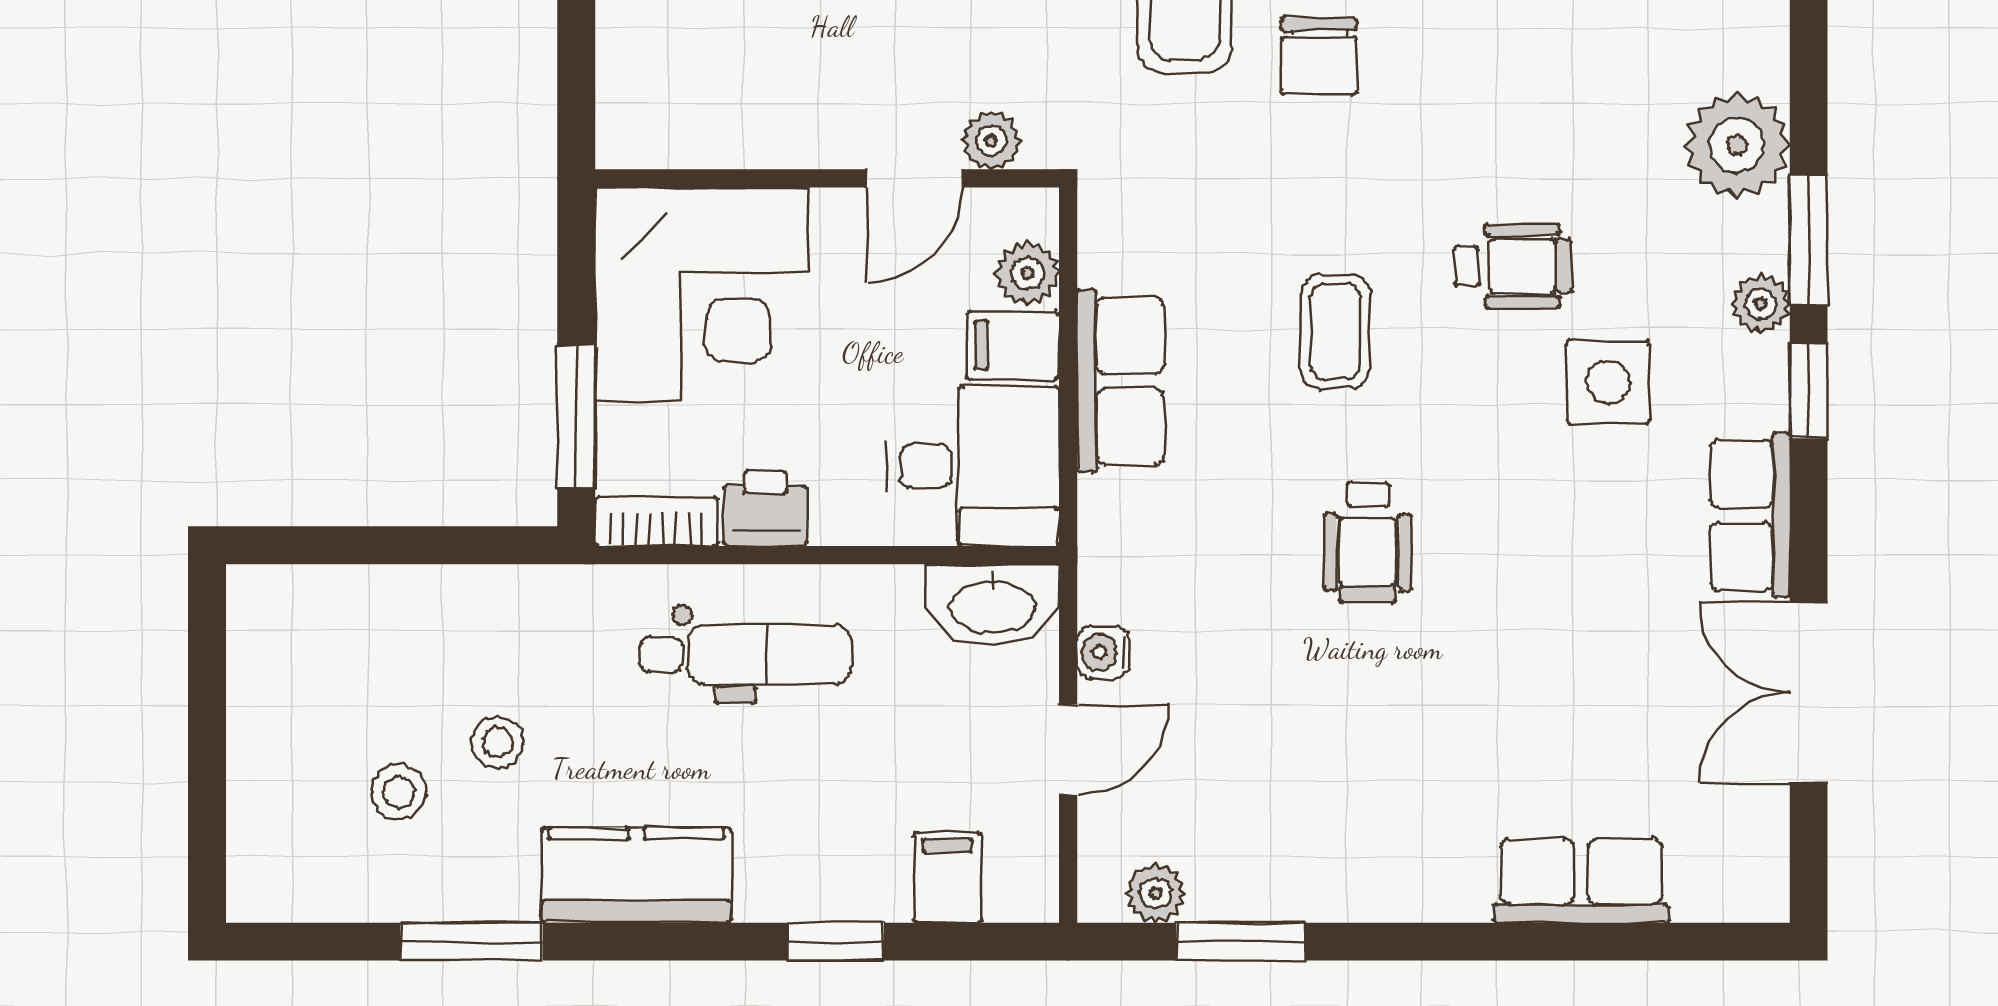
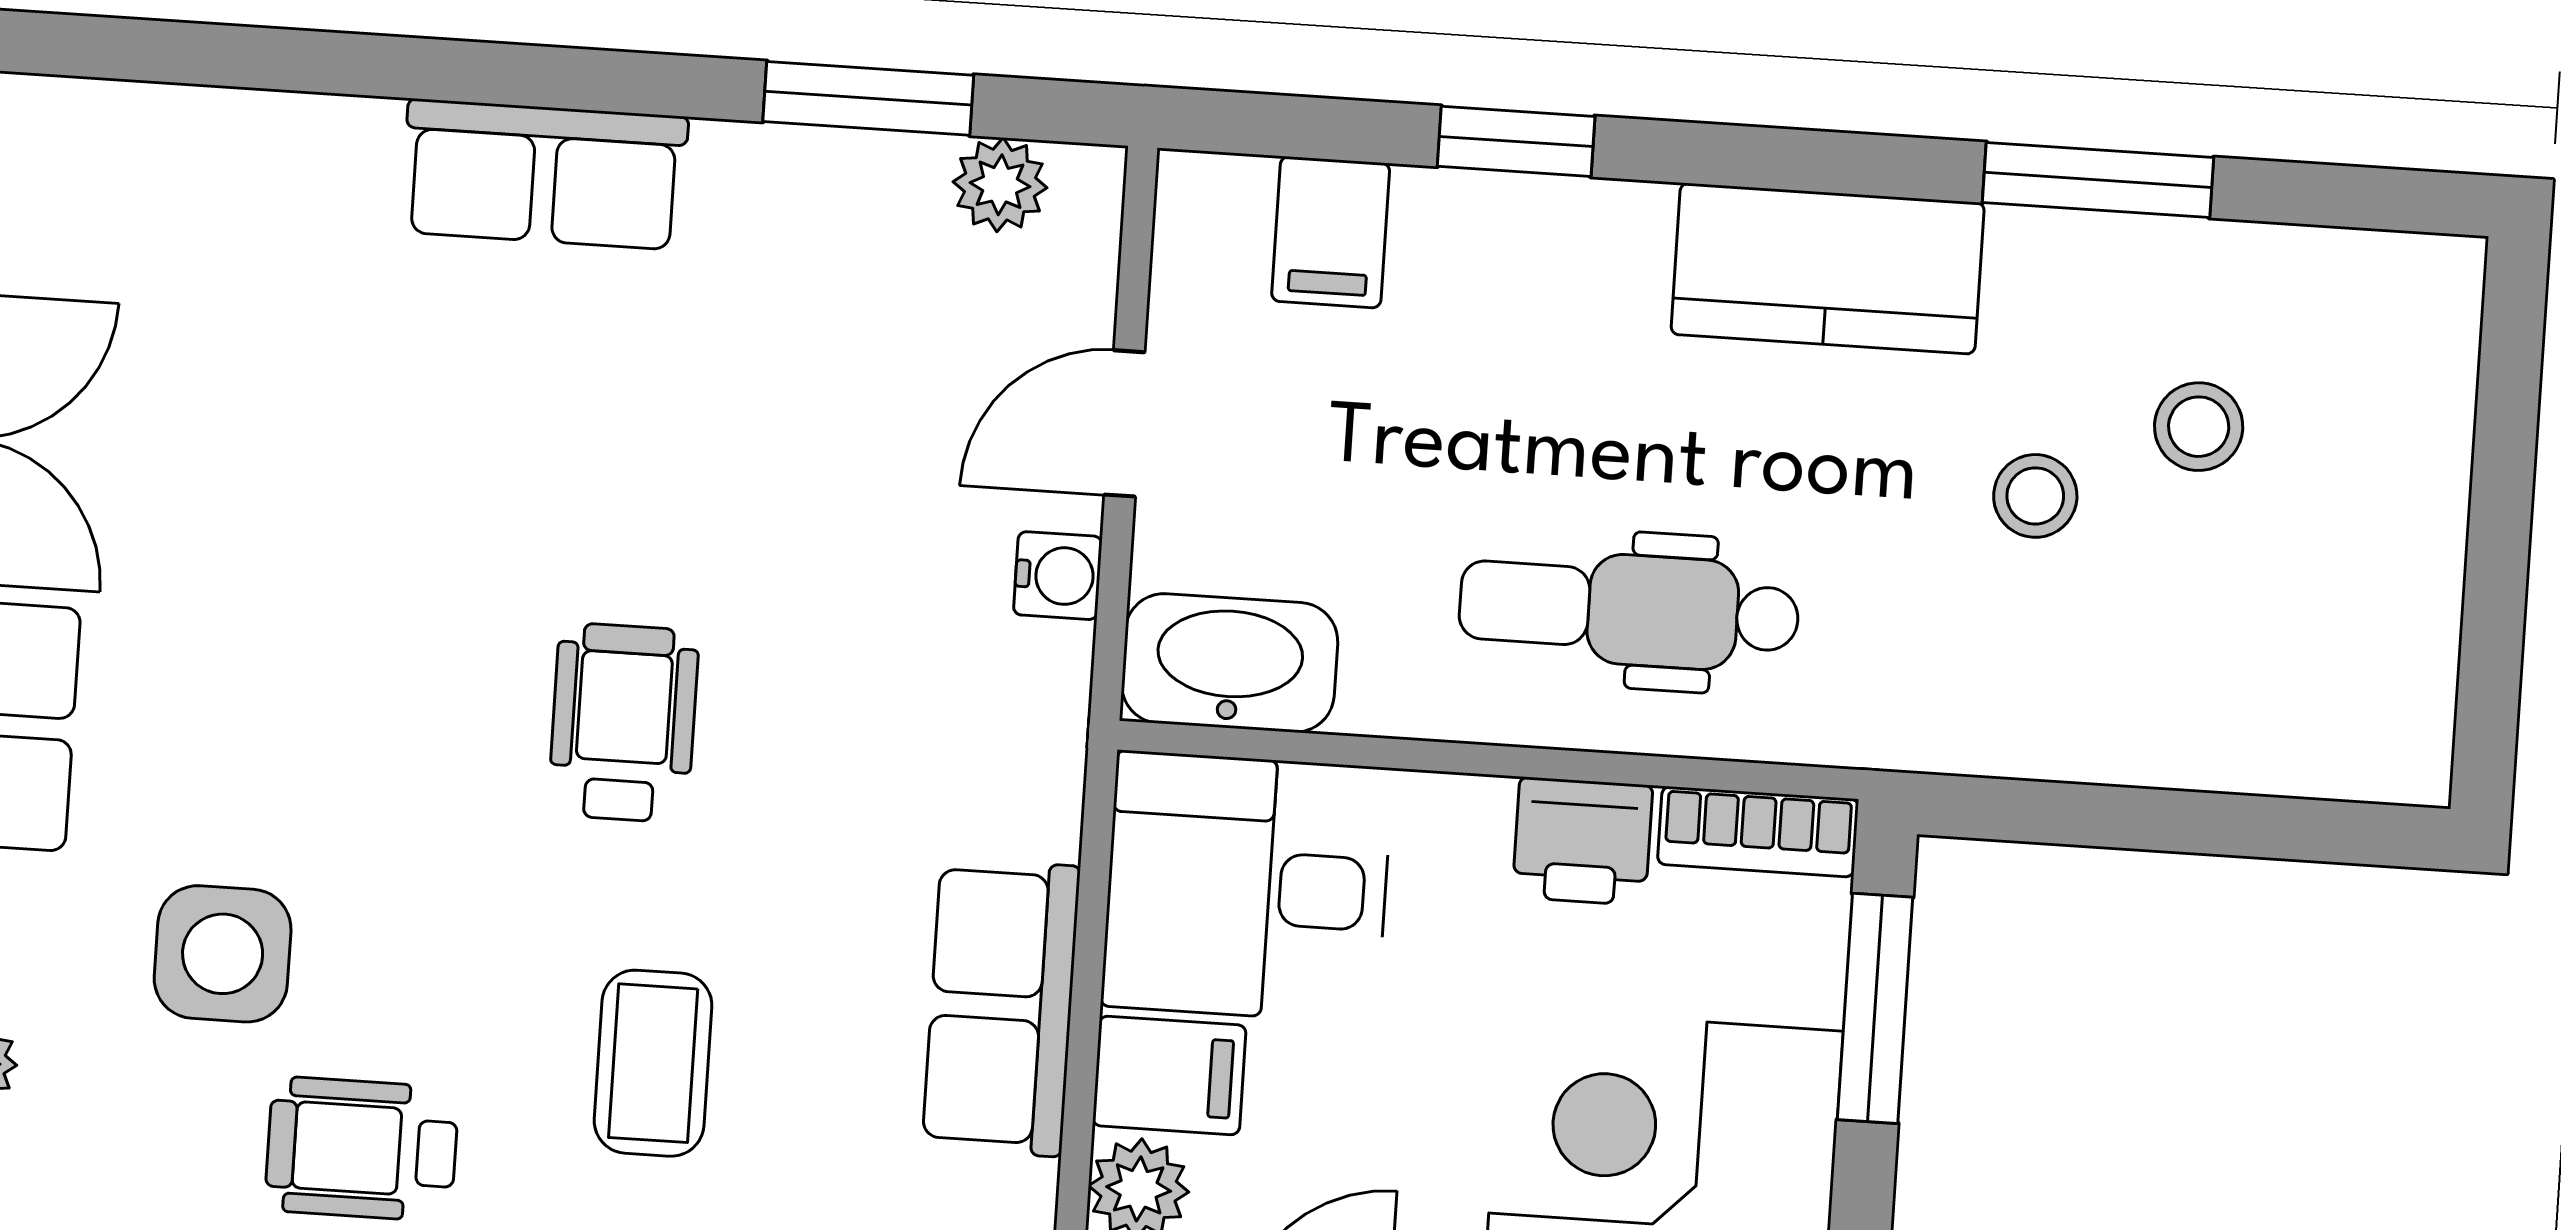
row of seats: (1581, 881) -> (544, 174), moved

